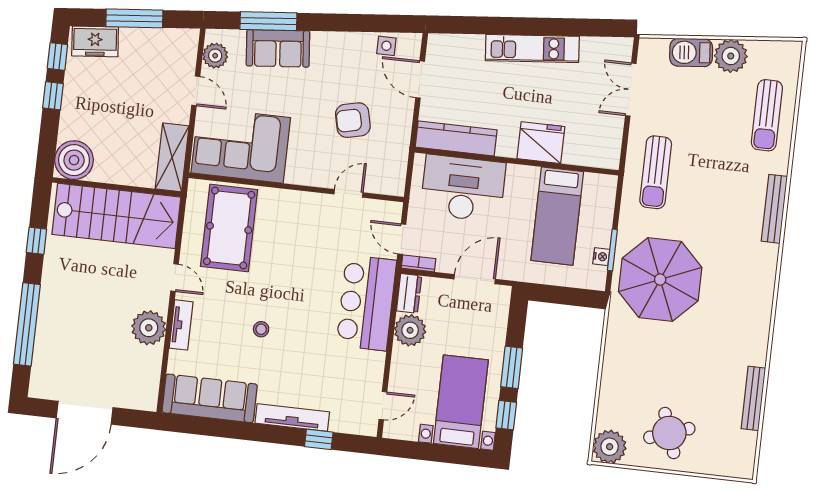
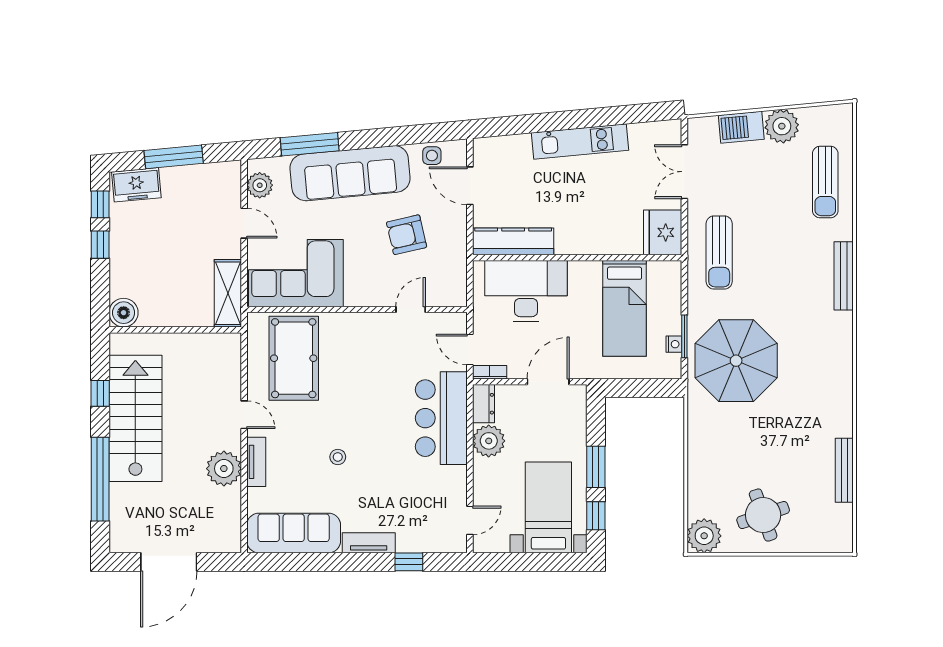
sofa: (278, 48) -> (350, 173), width x1.85, depth x1.27
fridge: (541, 143) -> (663, 232), moved, turned -90
boiler: (74, 160) -> (124, 313), width x0.73, depth x0.73
stairs: (116, 216) -> (135, 418), moved, turned -90
tv unit: (292, 417) -> (369, 543), width x0.71

